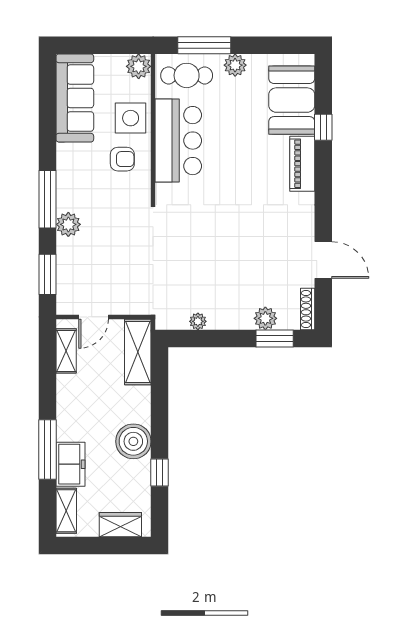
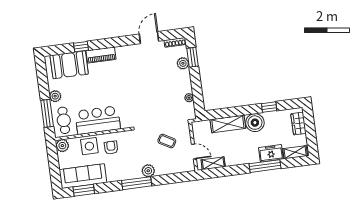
coffee table: (121, 268) -> (167, 141), added
window: (47, 274) -> (84, 190), moved
shelving: (138, 352) -> (228, 124), moved

